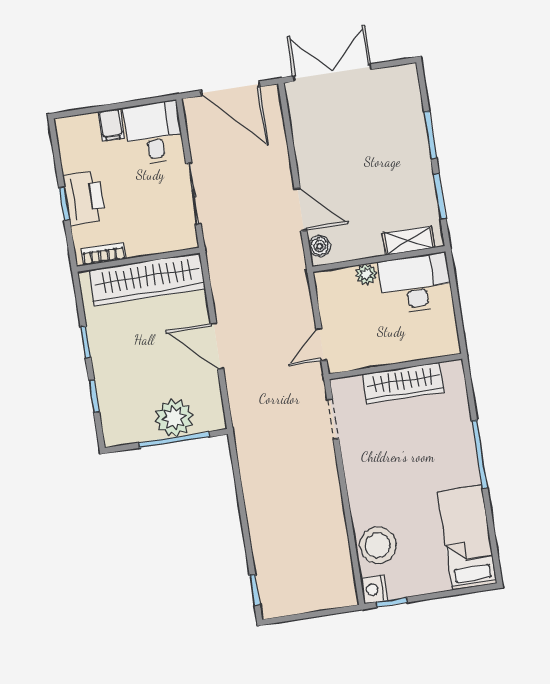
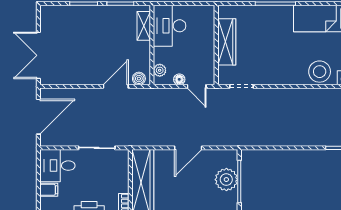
plant: (366, 274) -> (160, 70), moved
floor lamp: (329, 314) -> (179, 79), added

